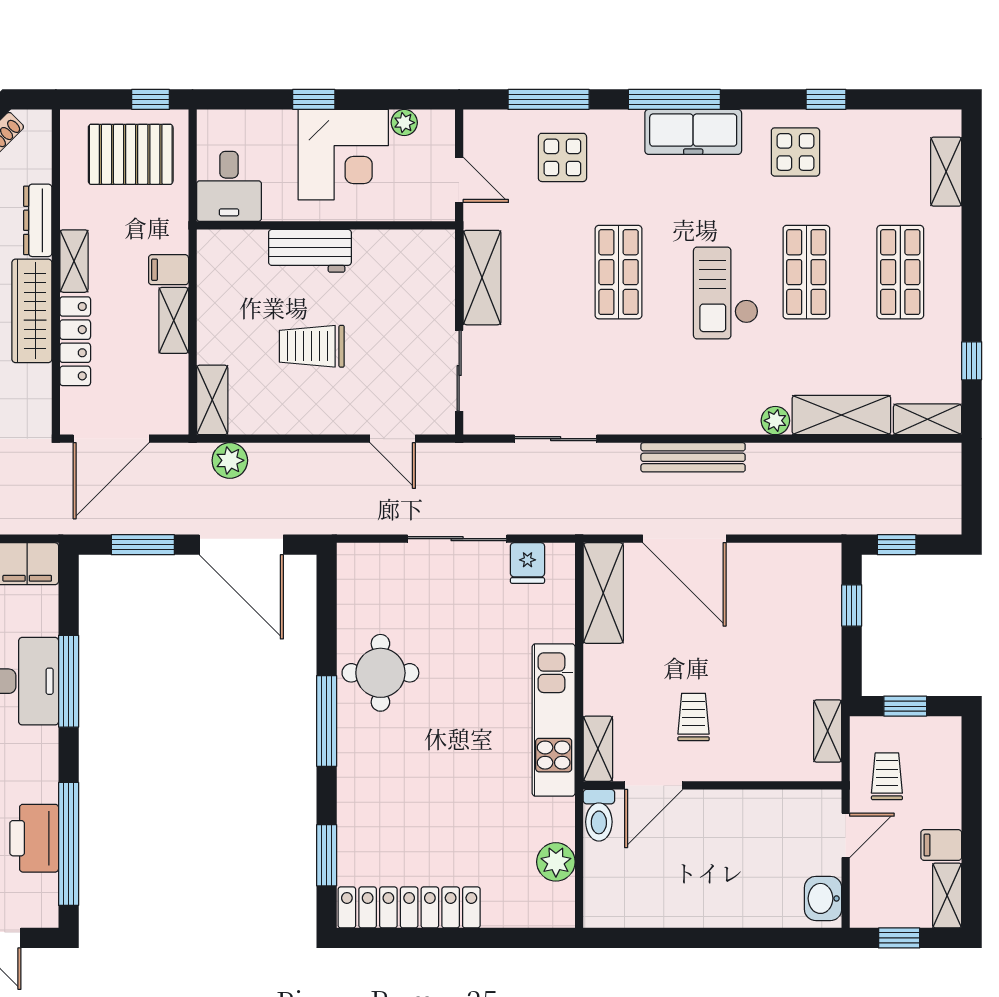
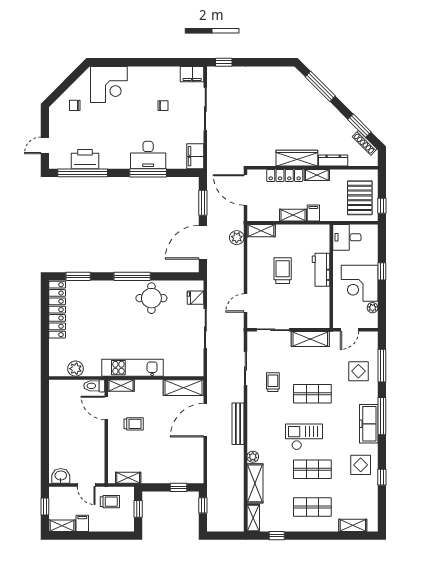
trolley: (590, 371) -> (273, 382), added
fridge: (527, 563) -> (196, 298), moved

